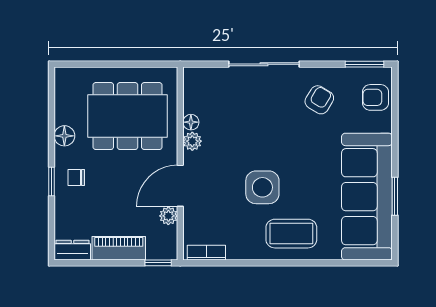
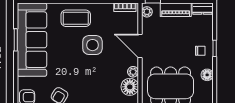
floor lamp: (191, 122) -> (130, 87), width x1.89, depth x1.89
door: (180, 186) -> (140, 46), swing flipped
plant: (168, 216) -> (147, 12), moved

